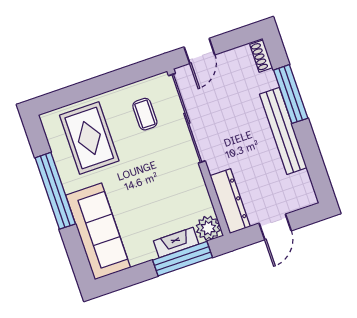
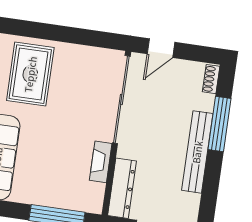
coffee table: (145, 114) -> (88, 78), removed
plant: (208, 228) -> (92, 202), removed
fireplace: (176, 242) -> (101, 162), moved, turned -90

